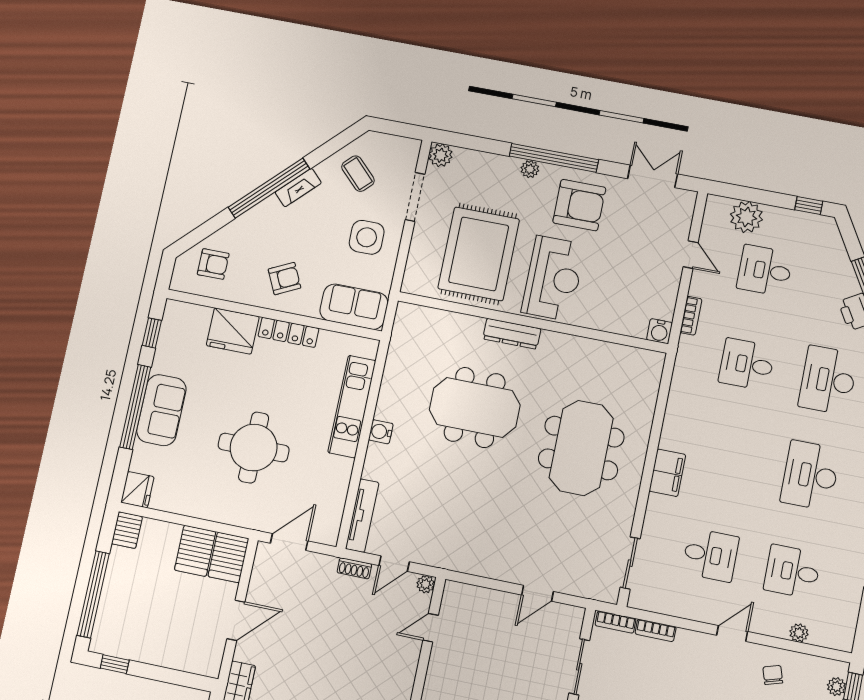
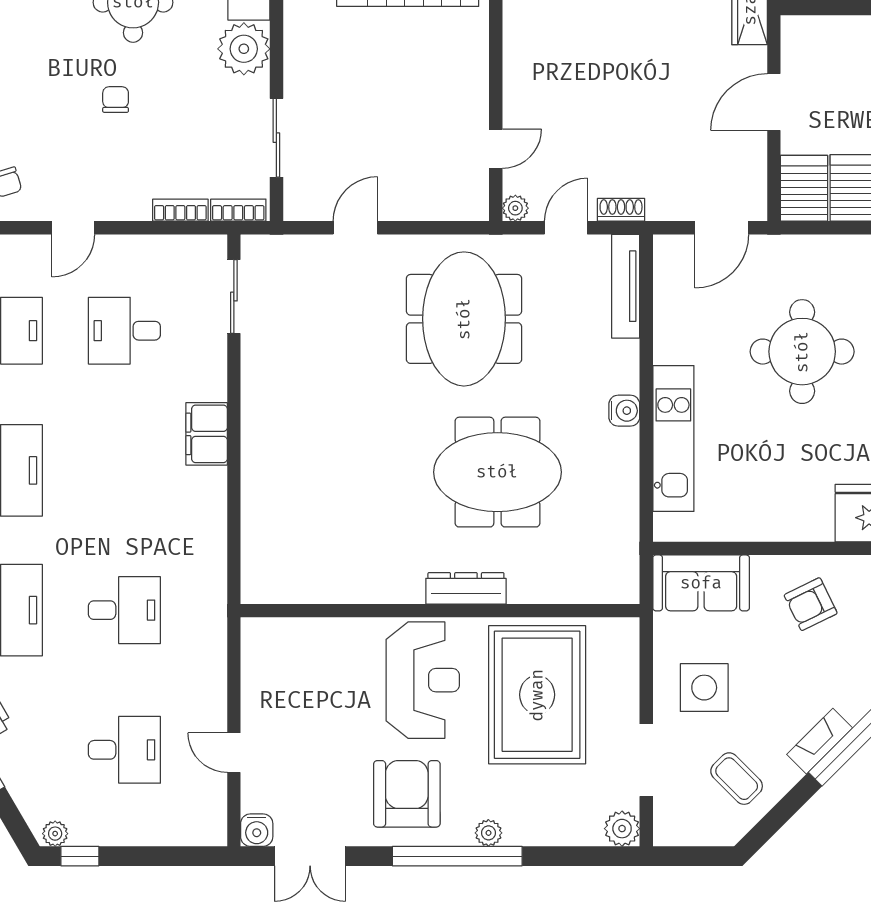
armchair: (579, 205) -> (407, 794), turned 90
plant: (746, 217) -> (55, 834), moved, width x0.53, depth x0.53
reception desk: (553, 278) -> (423, 680), turned 180
bookcase: (691, 316) -> (216, 664), removed
water cooler: (660, 331) -> (257, 830), moved, turned 180
locker: (288, 332) -> (788, 527), removed
meeting table: (581, 448) -> (464, 319), moved

